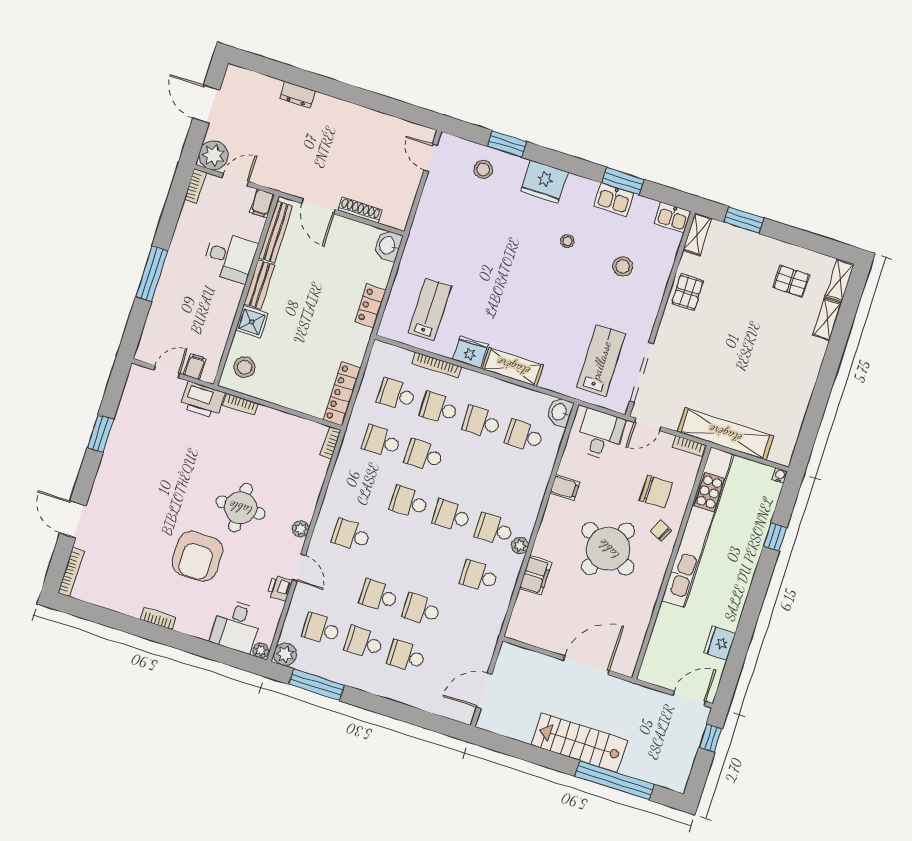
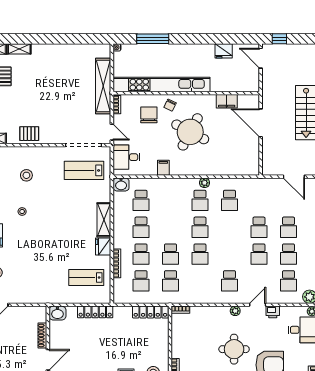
locker: (370, 306) -> (95, 312), width x1.53
window: (775, 537) -> (153, 39), width x2.17
filing cabinet: (535, 575) -> (227, 101), moved, turned 180

